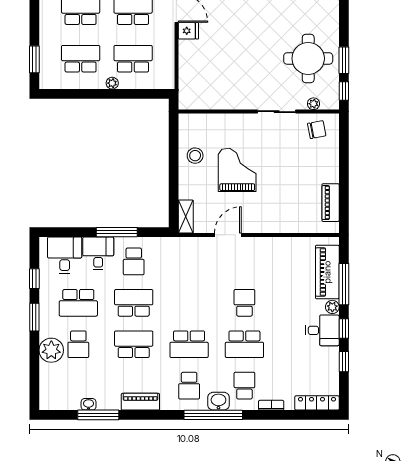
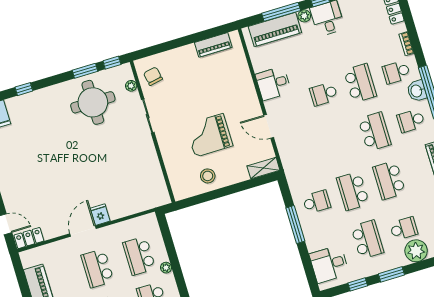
desk: (98, 253) -> (273, 83), moved
school desk: (189, 386) -> (411, 121), turned 180

